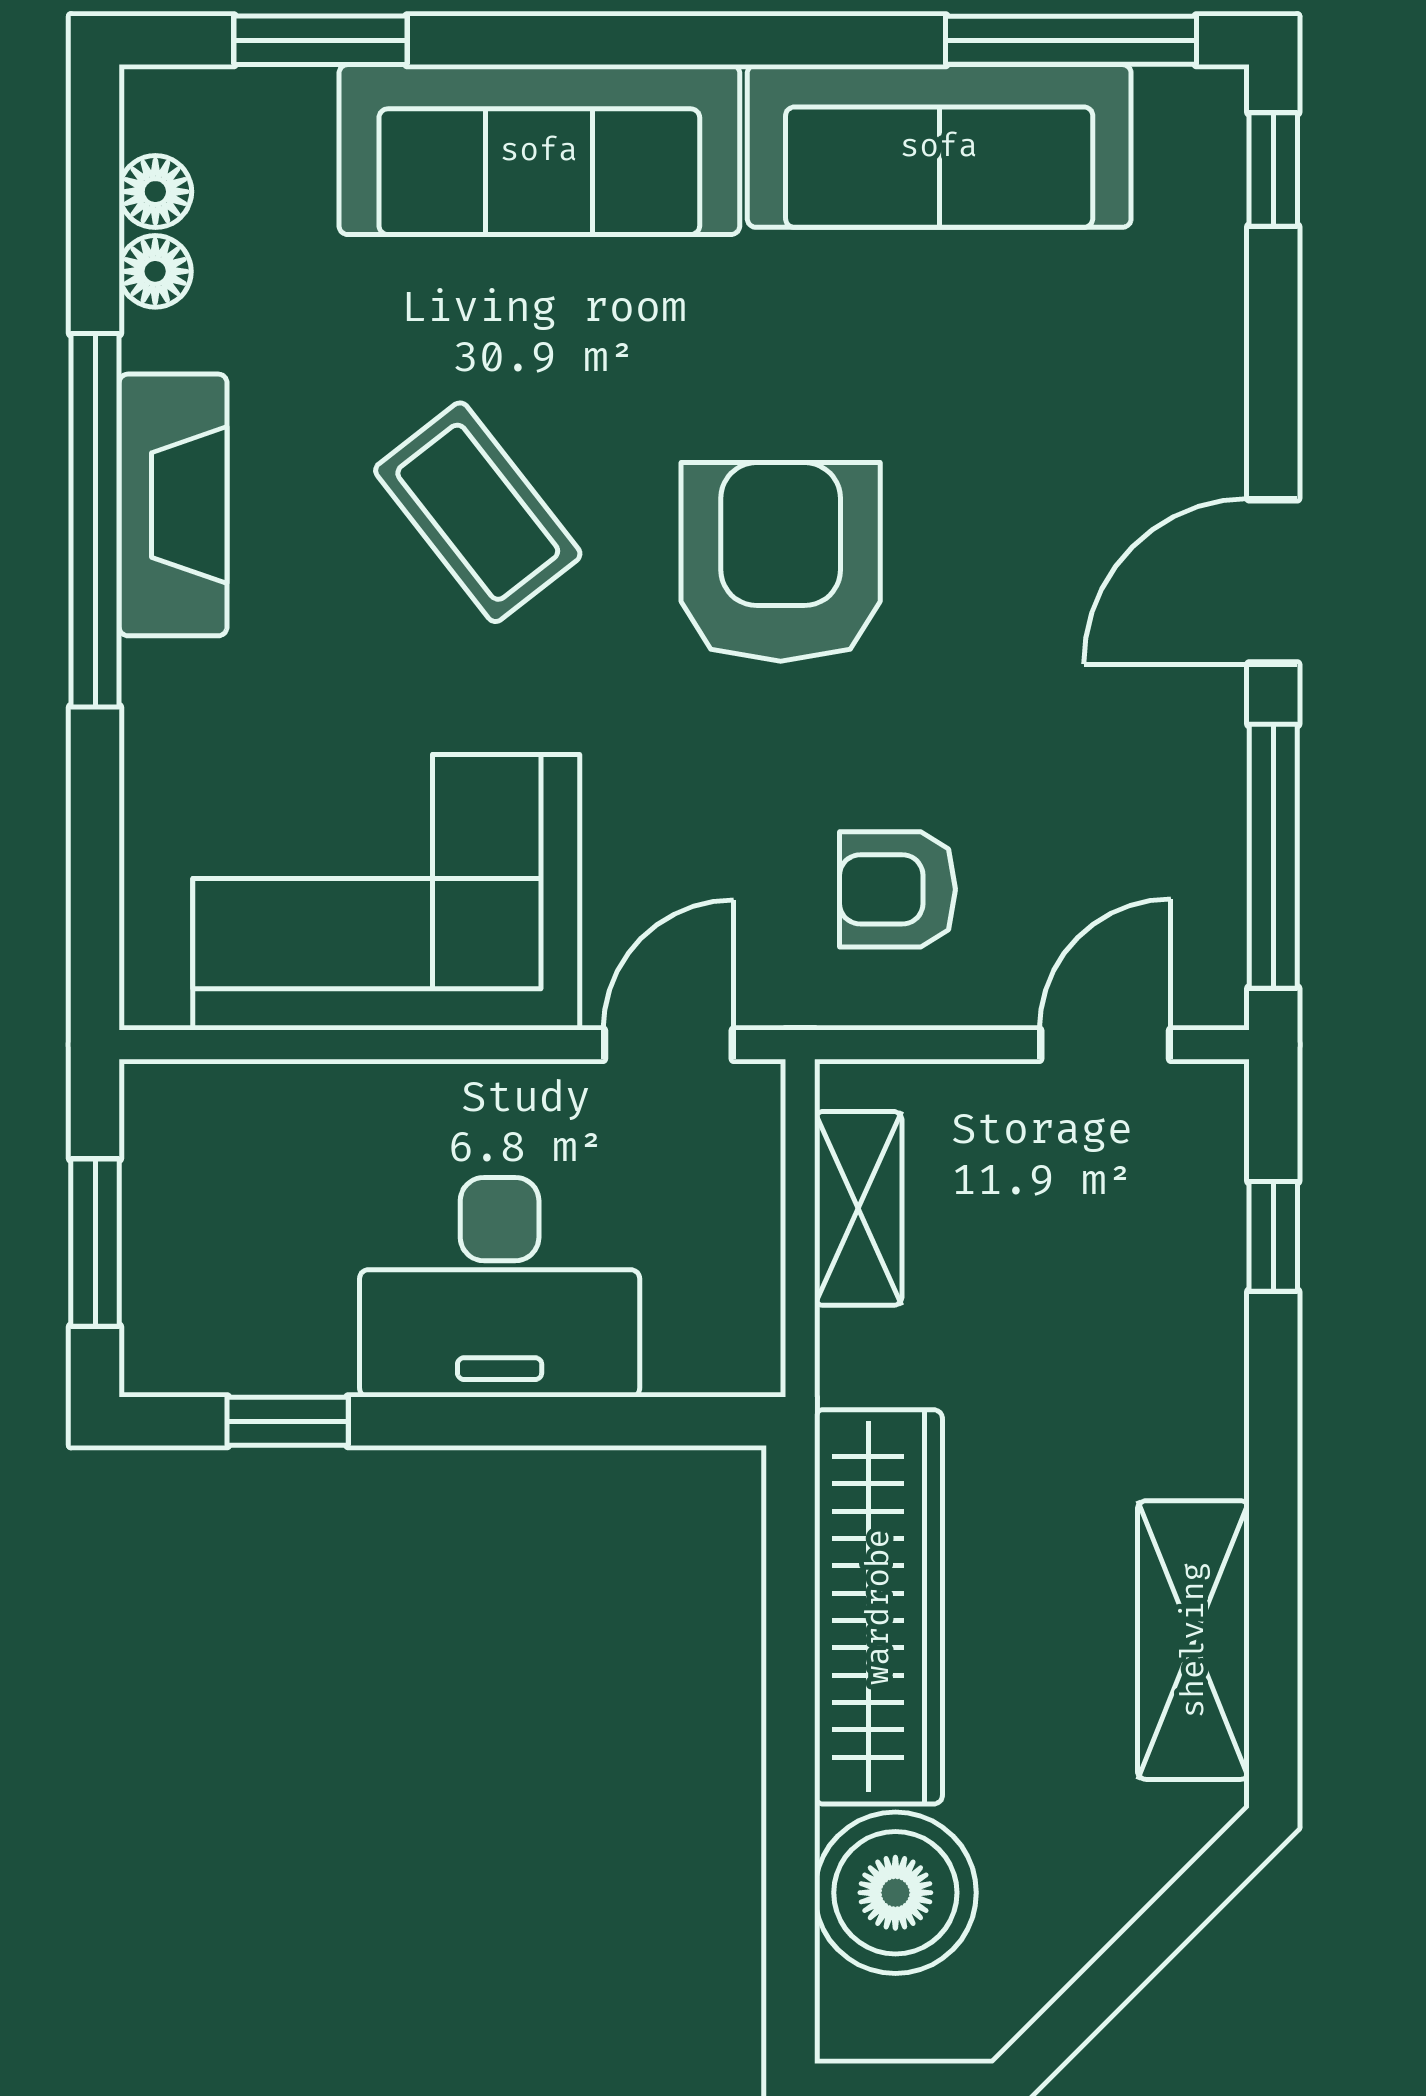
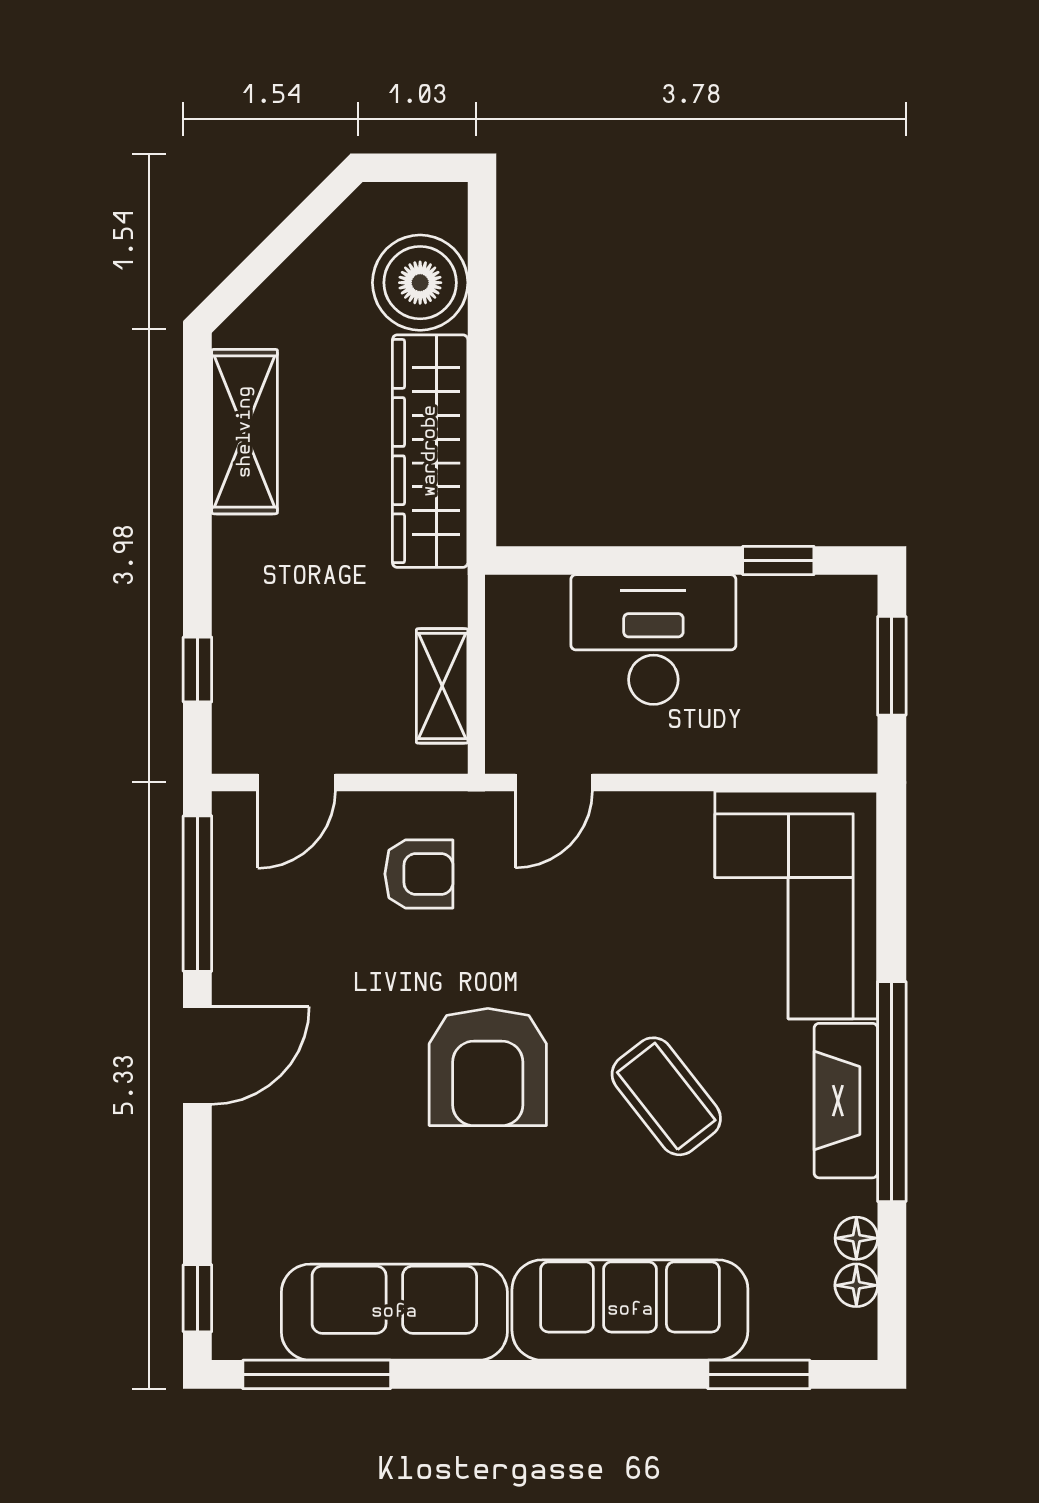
corner sofa: (386, 892) -> (796, 905), moved, turned 90

